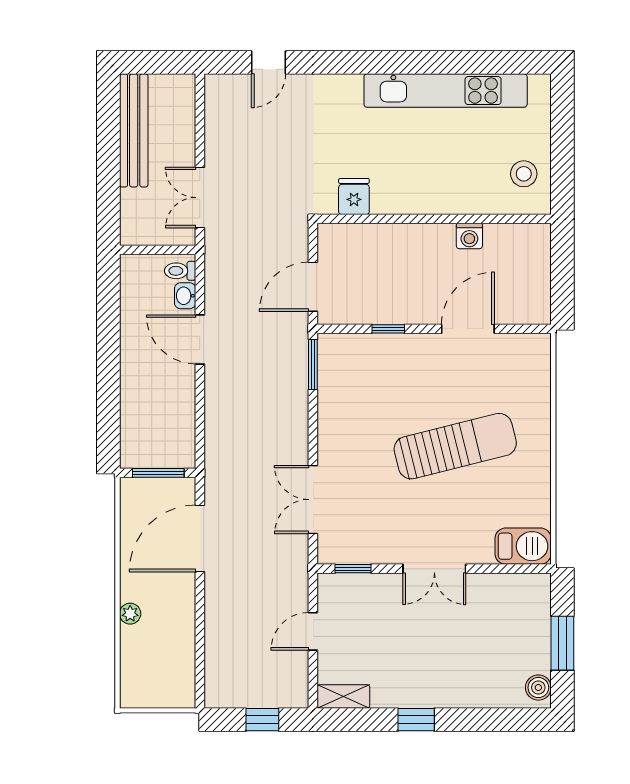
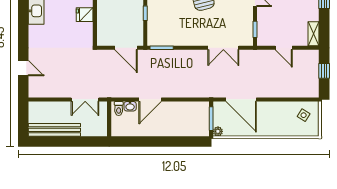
fridge: (354, 197) -> (85, 15), moved
plant: (130, 614) -> (218, 131), moved
side table: (166, 675) -> (304, 115), added

